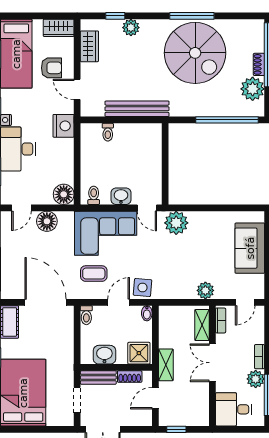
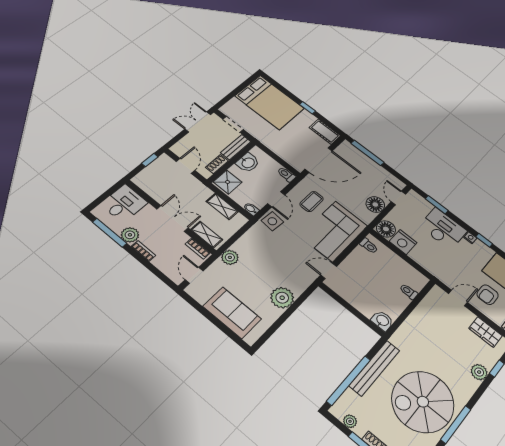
plant: (253, 89) -> (350, 421), width x0.53, depth x0.53
bench: (137, 109) -> (375, 368), moved
nightstand: (64, 126) -> (403, 242), moved
washbasin: (121, 196) -> (382, 321), moved, turned -90
plant: (176, 223) -> (282, 298), moved
shelving: (166, 365) -> (222, 206), moved

